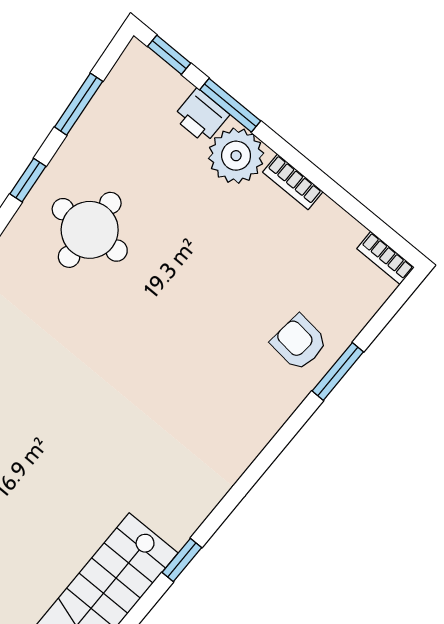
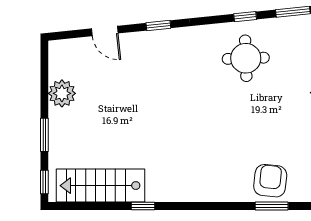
armchair: (299, 343) -> (270, 181), width x1.38, depth x1.38

